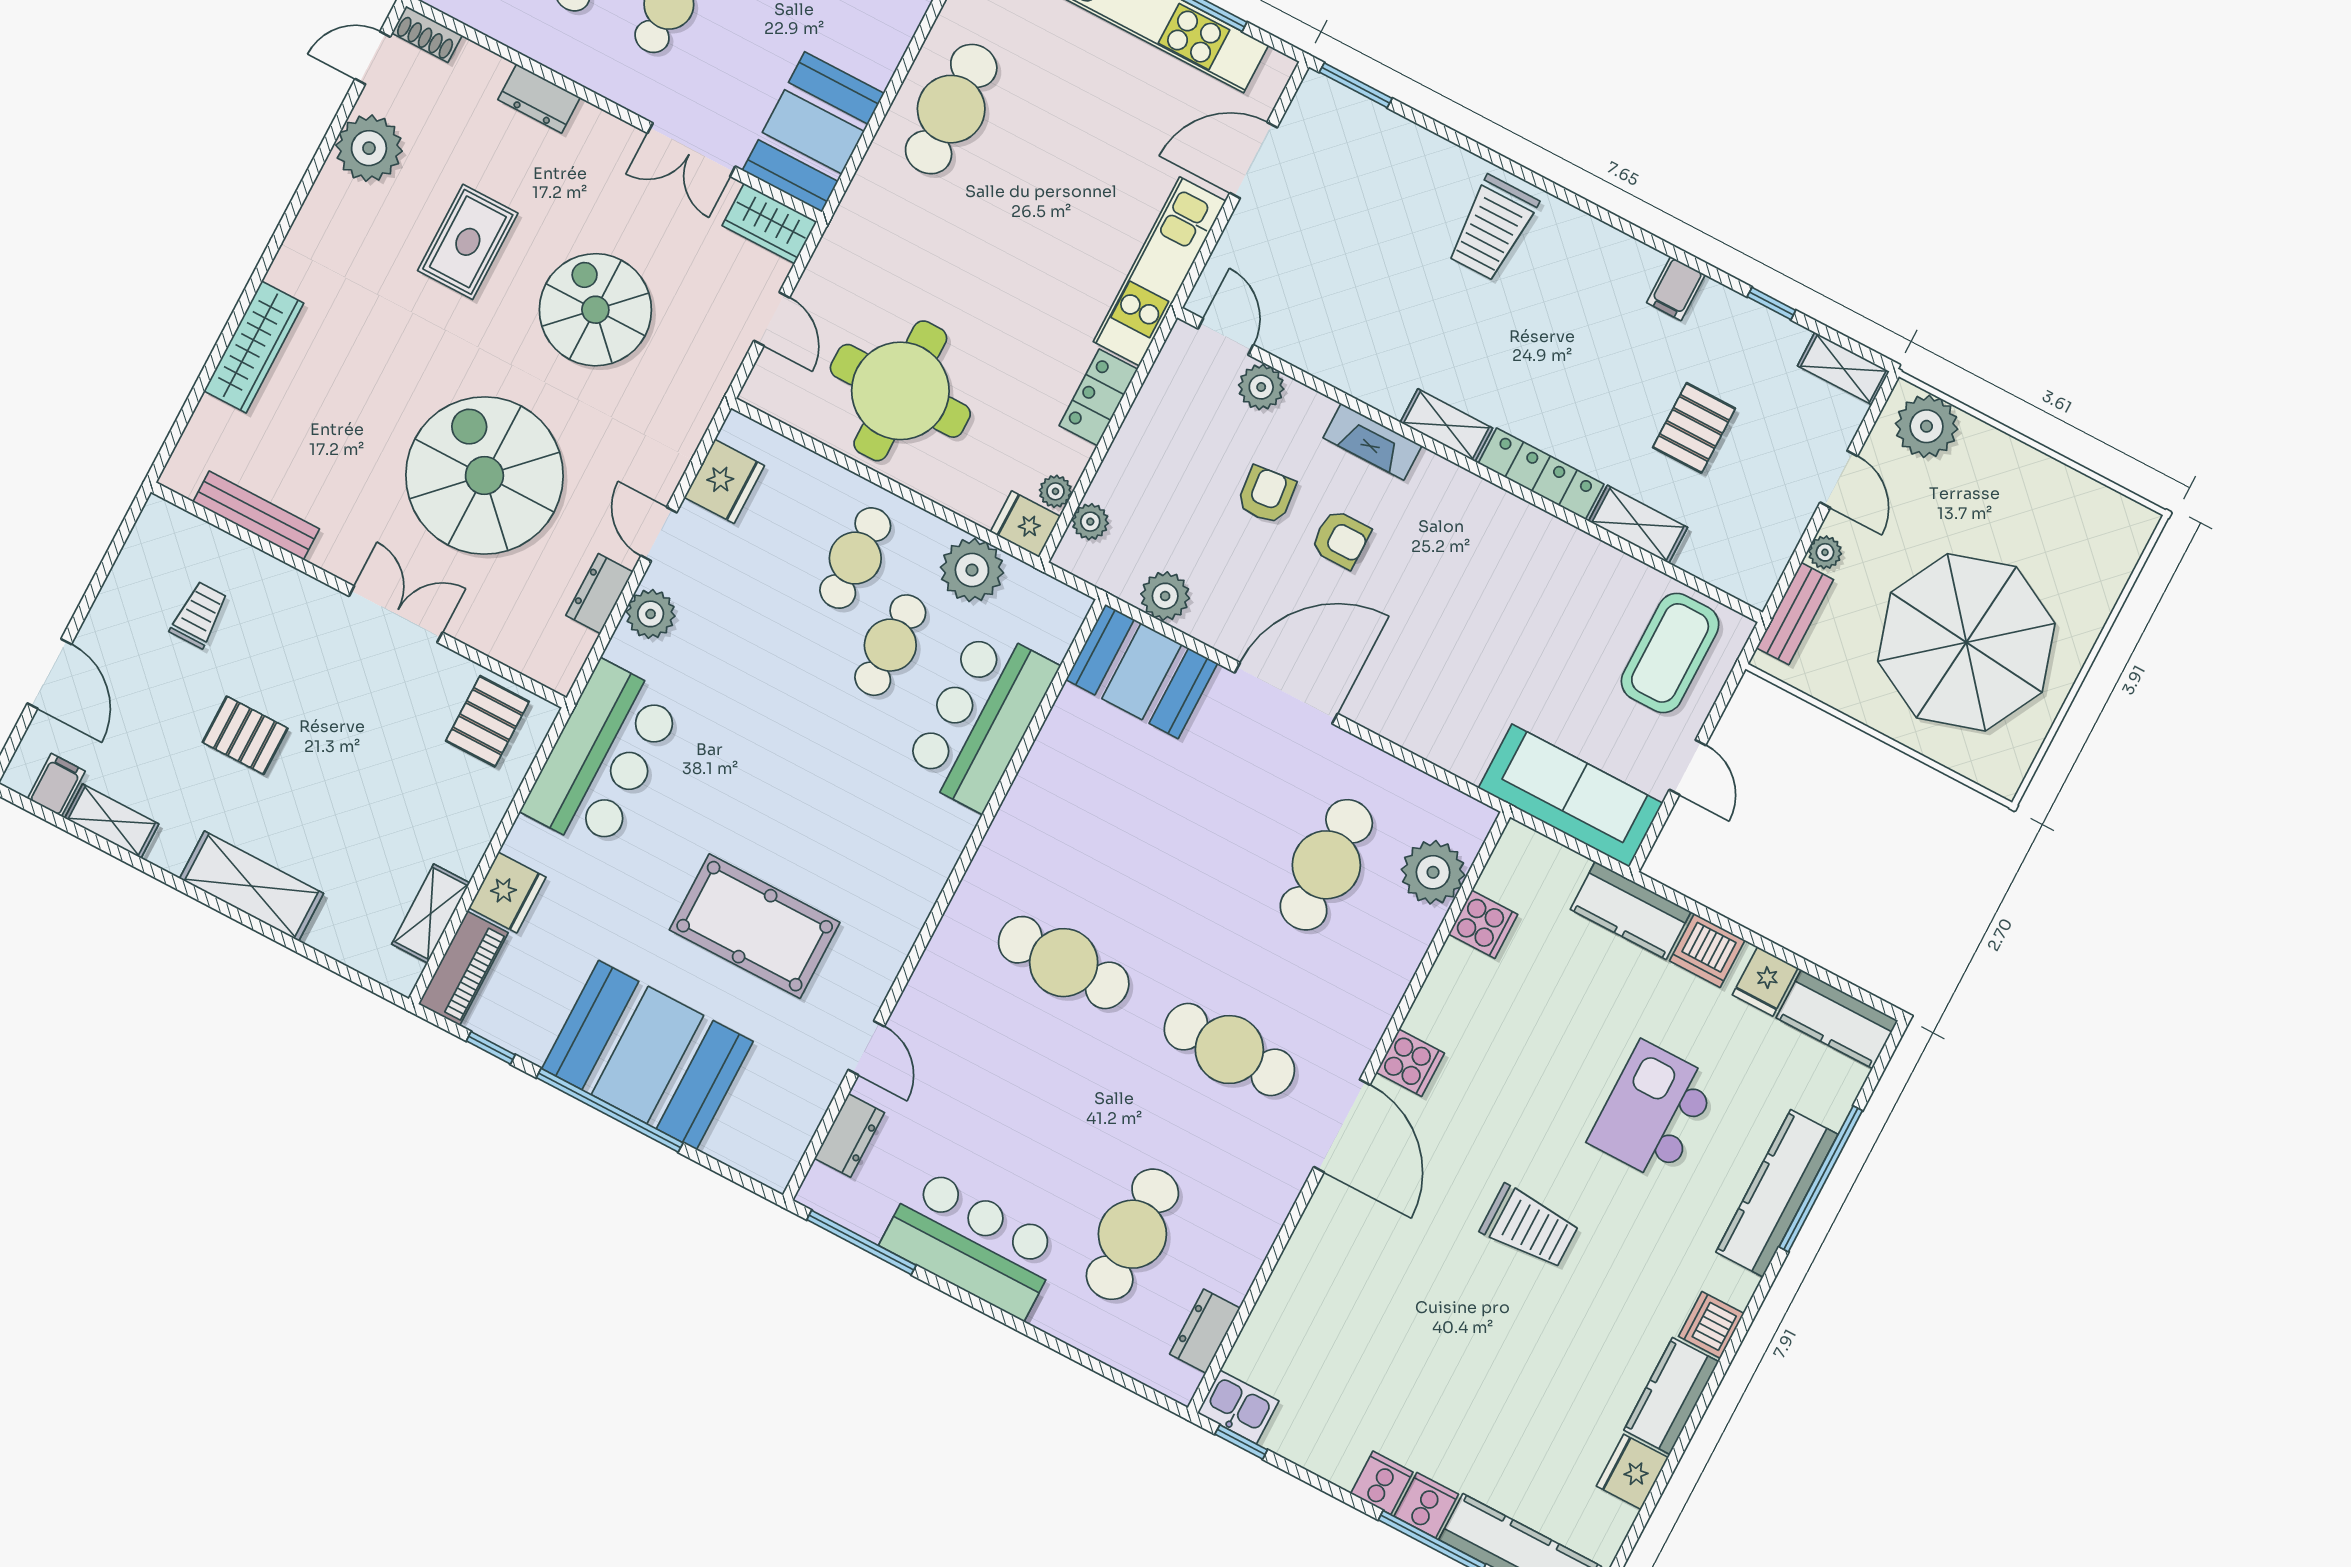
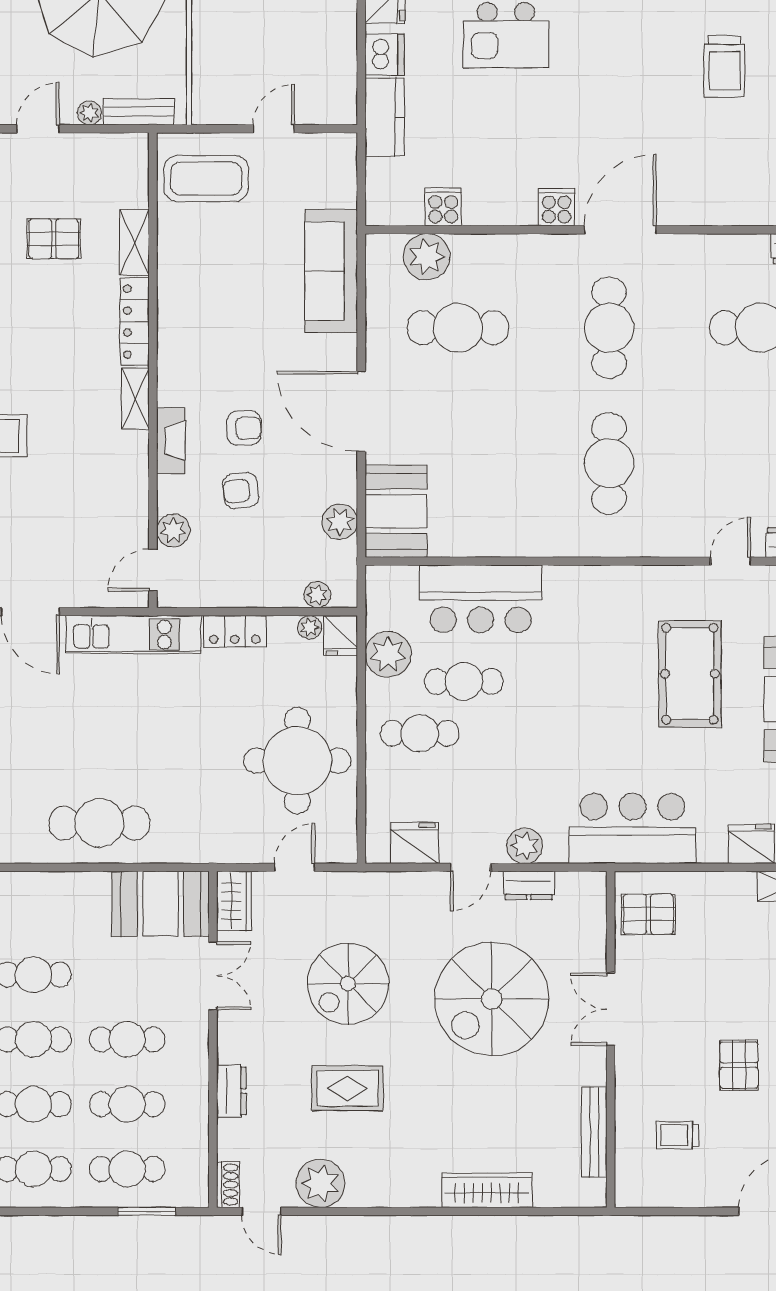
armchair: (1341, 539) -> (244, 428), turned 90
sofa: (1570, 796) -> (331, 271), moved
trolley: (1530, 1227) -> (725, 66), moved, turned 180

